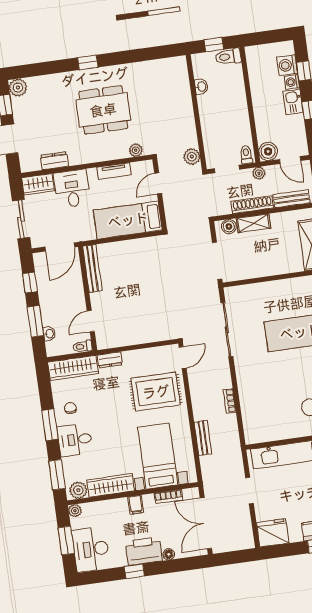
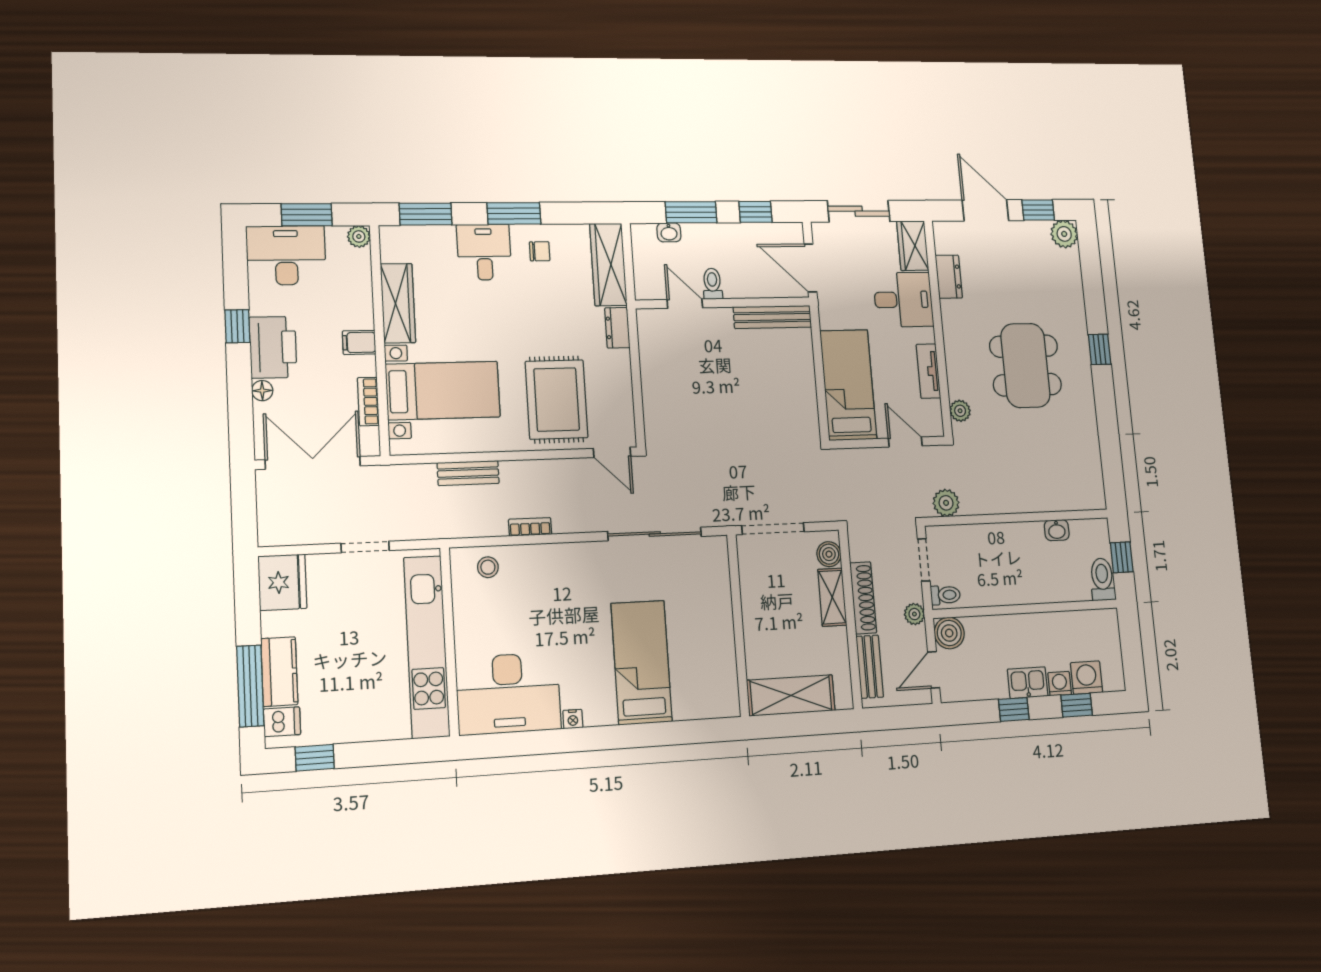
toilet: (83, 346) -> (712, 284), moved
stool: (254, 422) -> (488, 567), added
plant: (78, 490) -> (395, 247), removed

